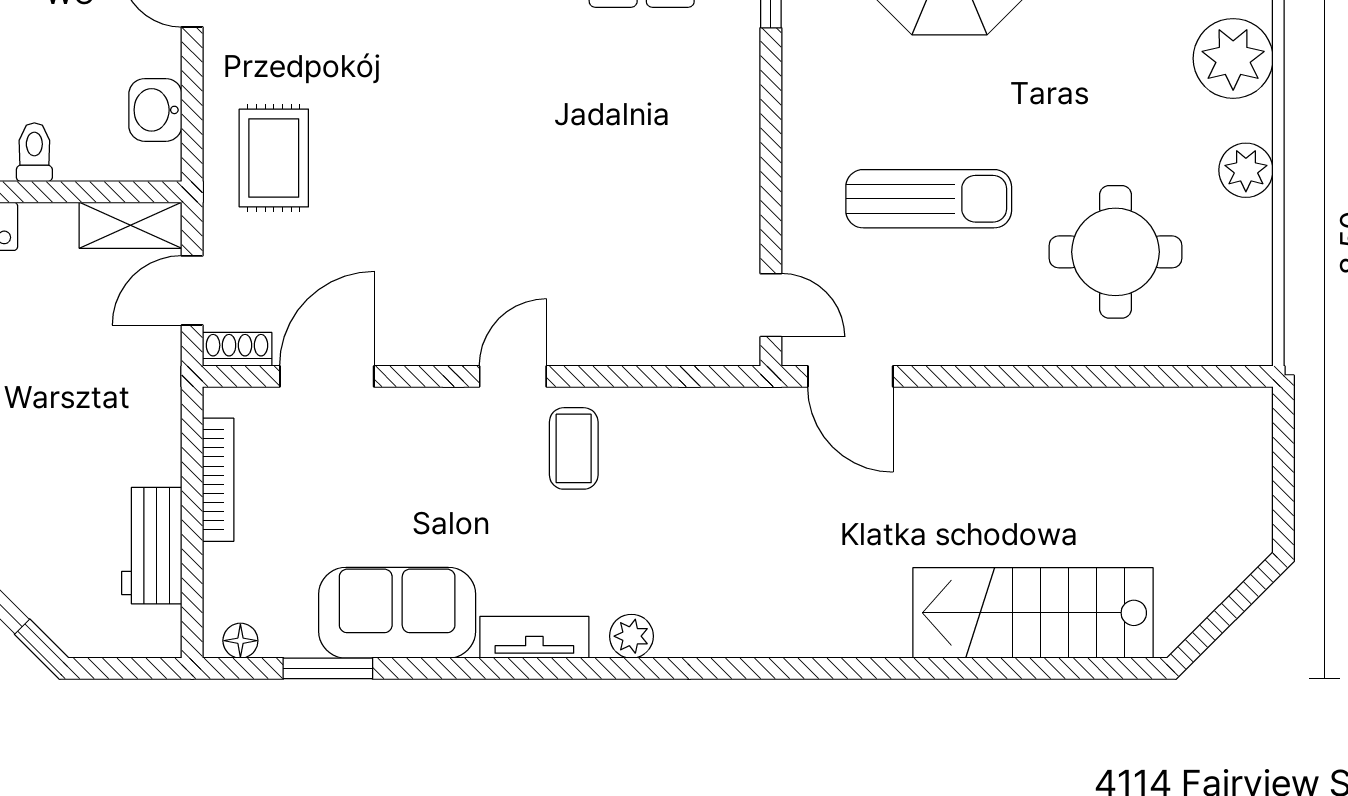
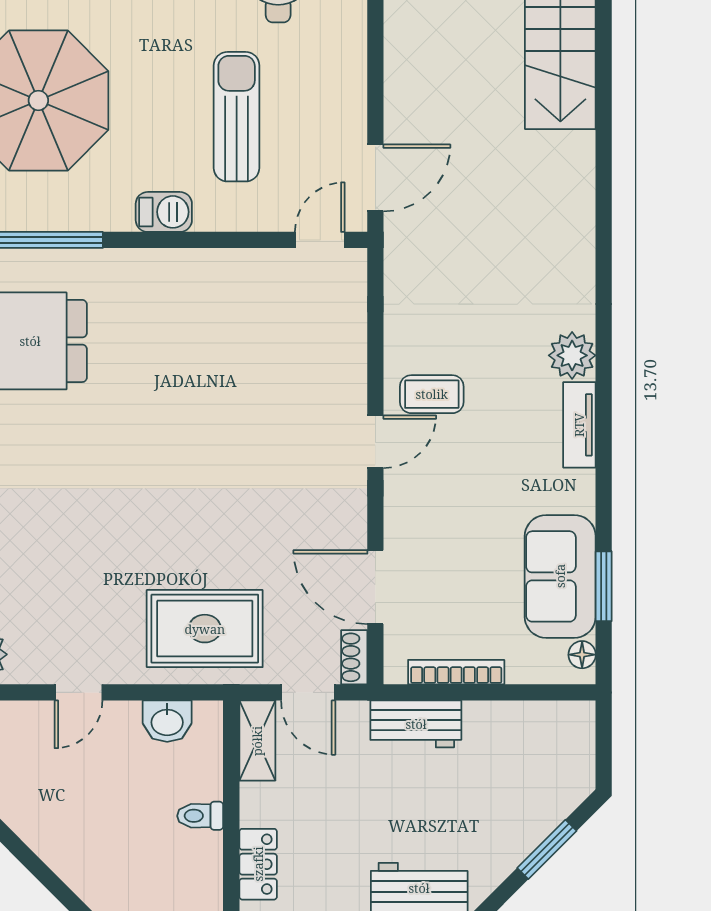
barbecue: (807, 106) -> (164, 212), added
rug: (274, 158) -> (205, 629), width x1.36, depth x1.43
door: (513, 376) -> (375, 442), swing flipped
workbench: (152, 546) -> (416, 724), moved
sofa: (397, 613) -> (560, 576), moved
plant: (631, 636) -> (572, 355), width x1.38, depth x1.38

